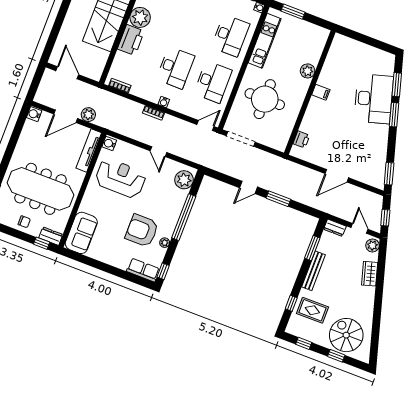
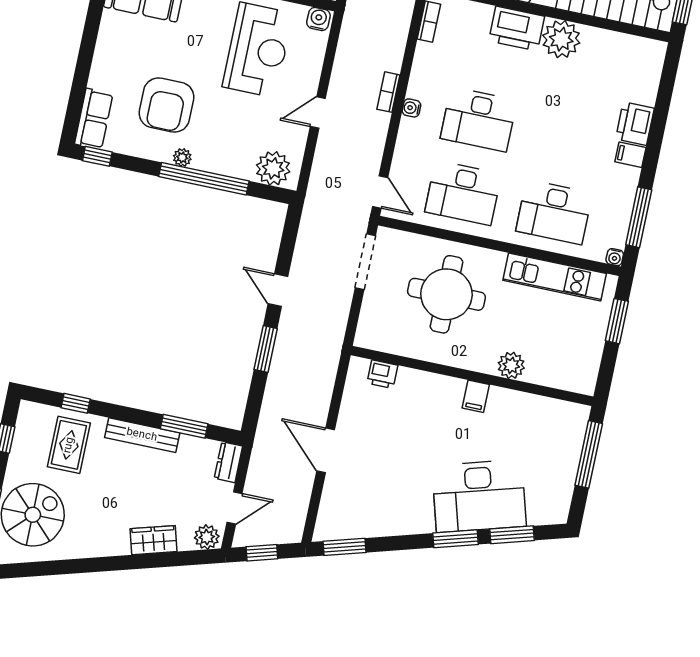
window: (361, 38) -> (589, 454), added
armchair: (142, 231) -> (166, 105), turned 180
plant: (165, 243) -> (182, 157), moved

